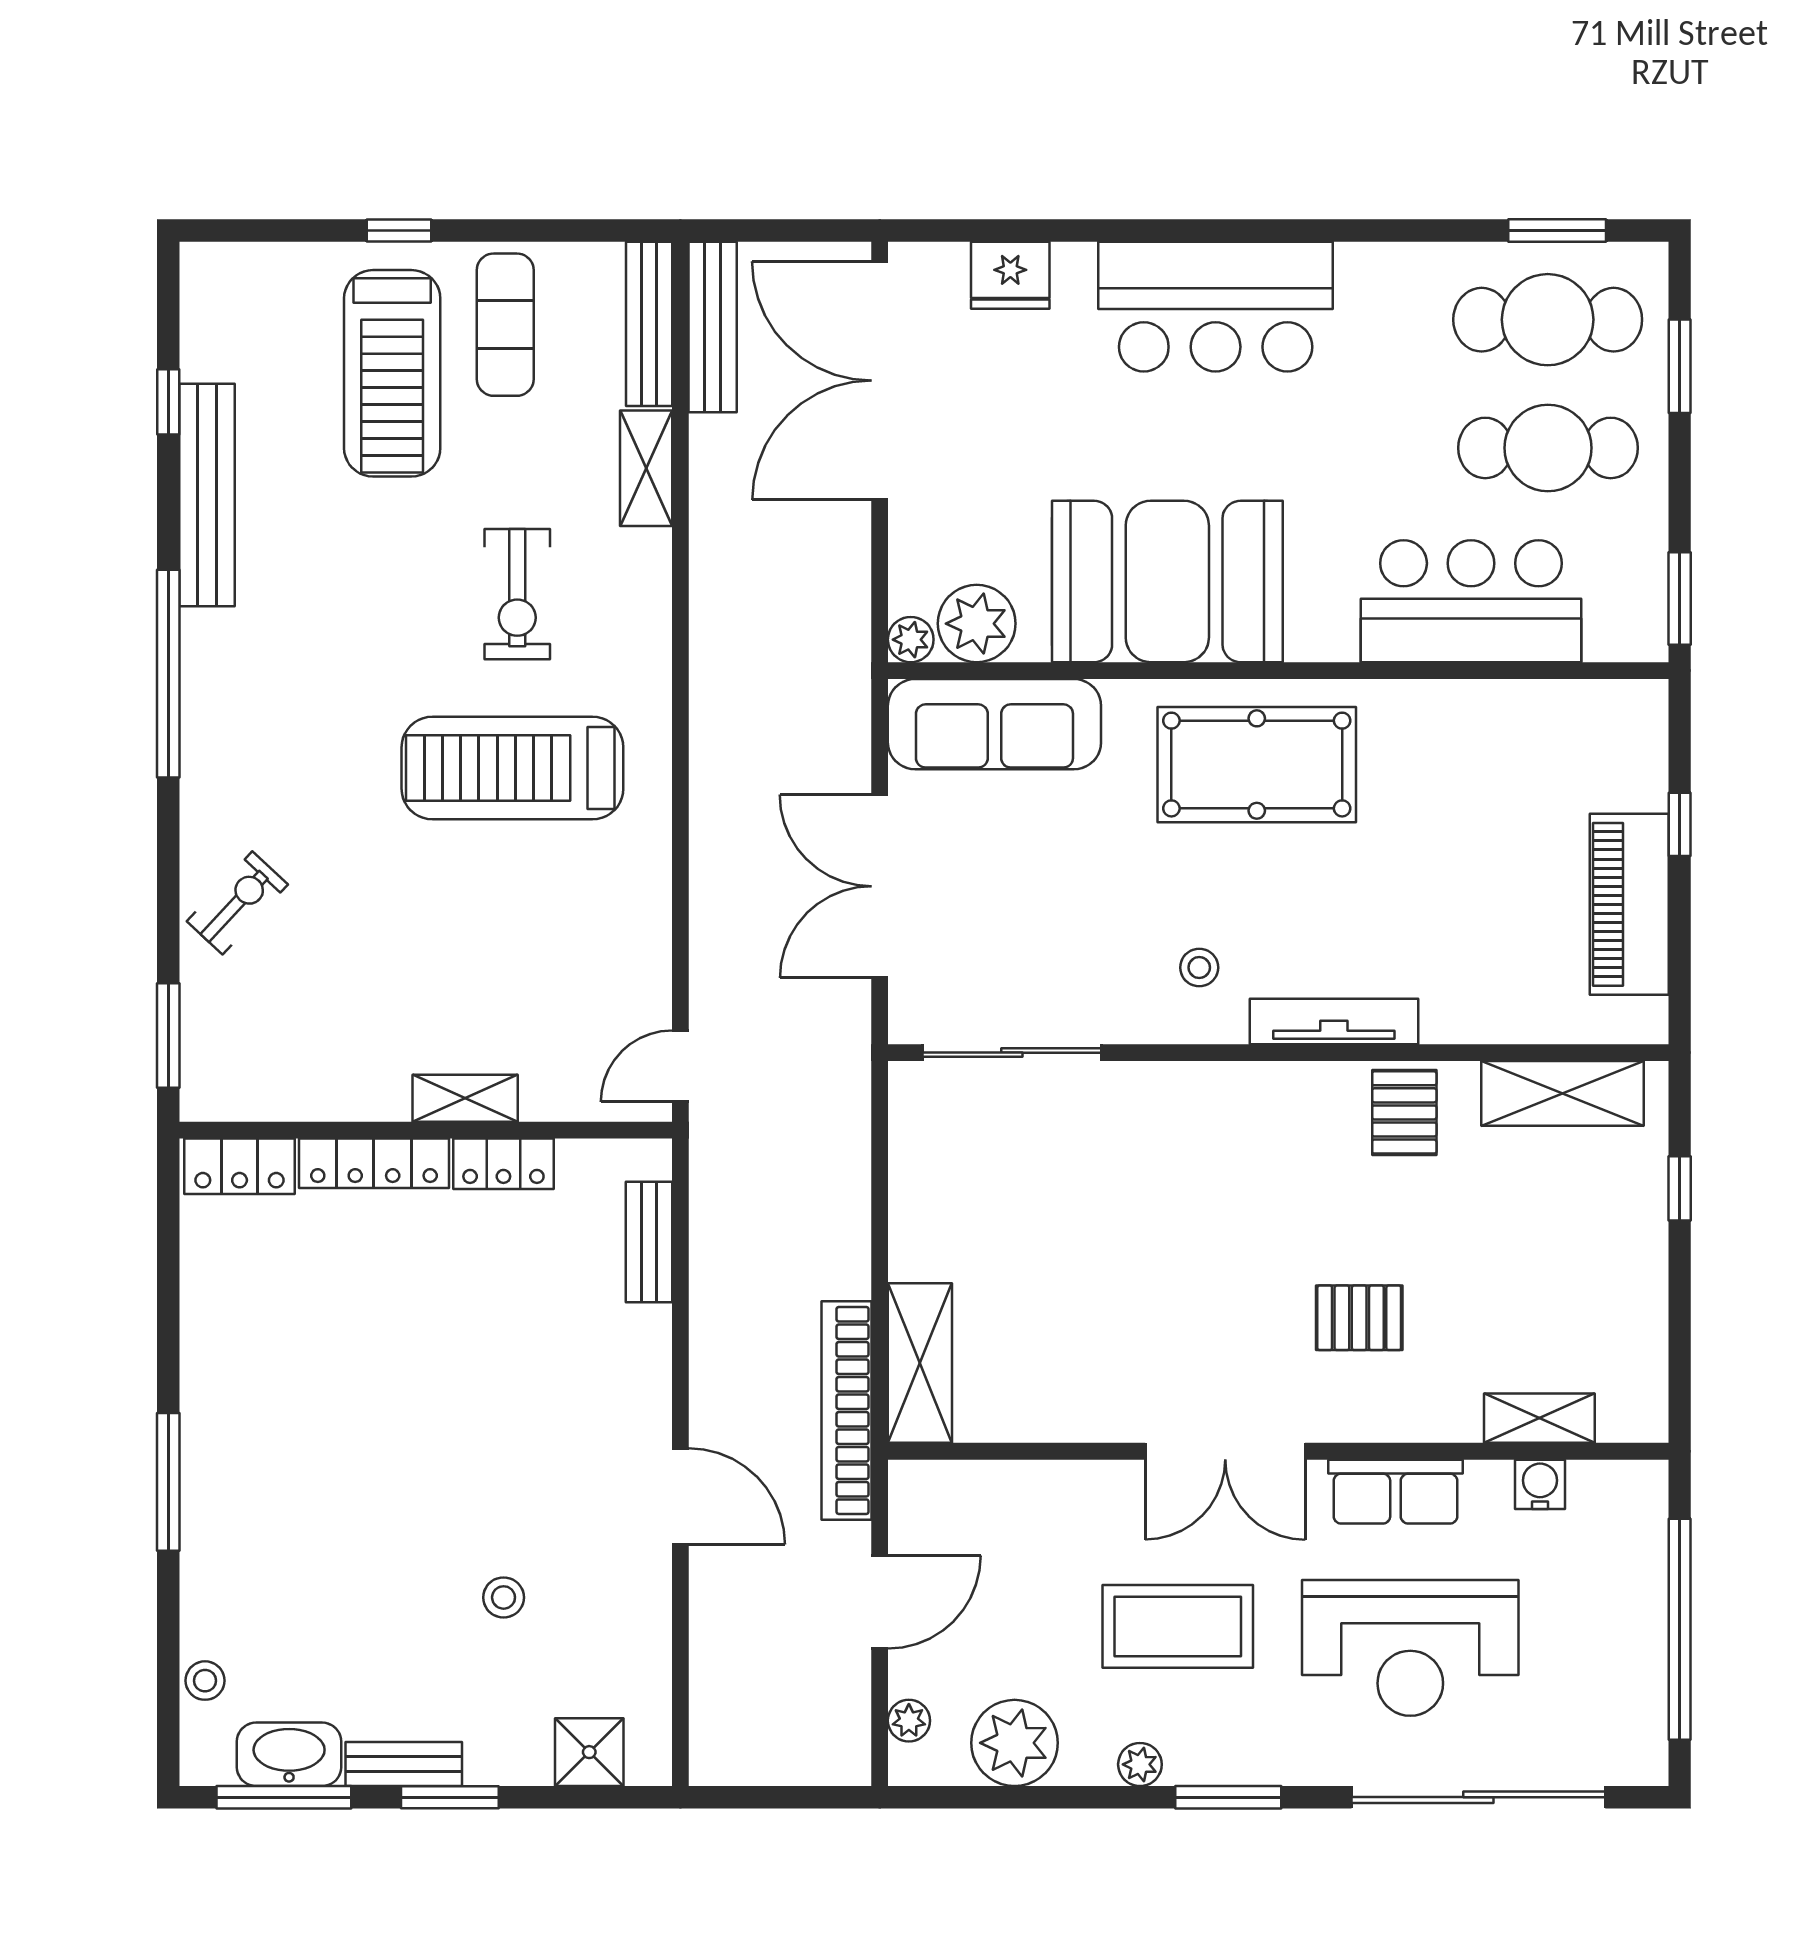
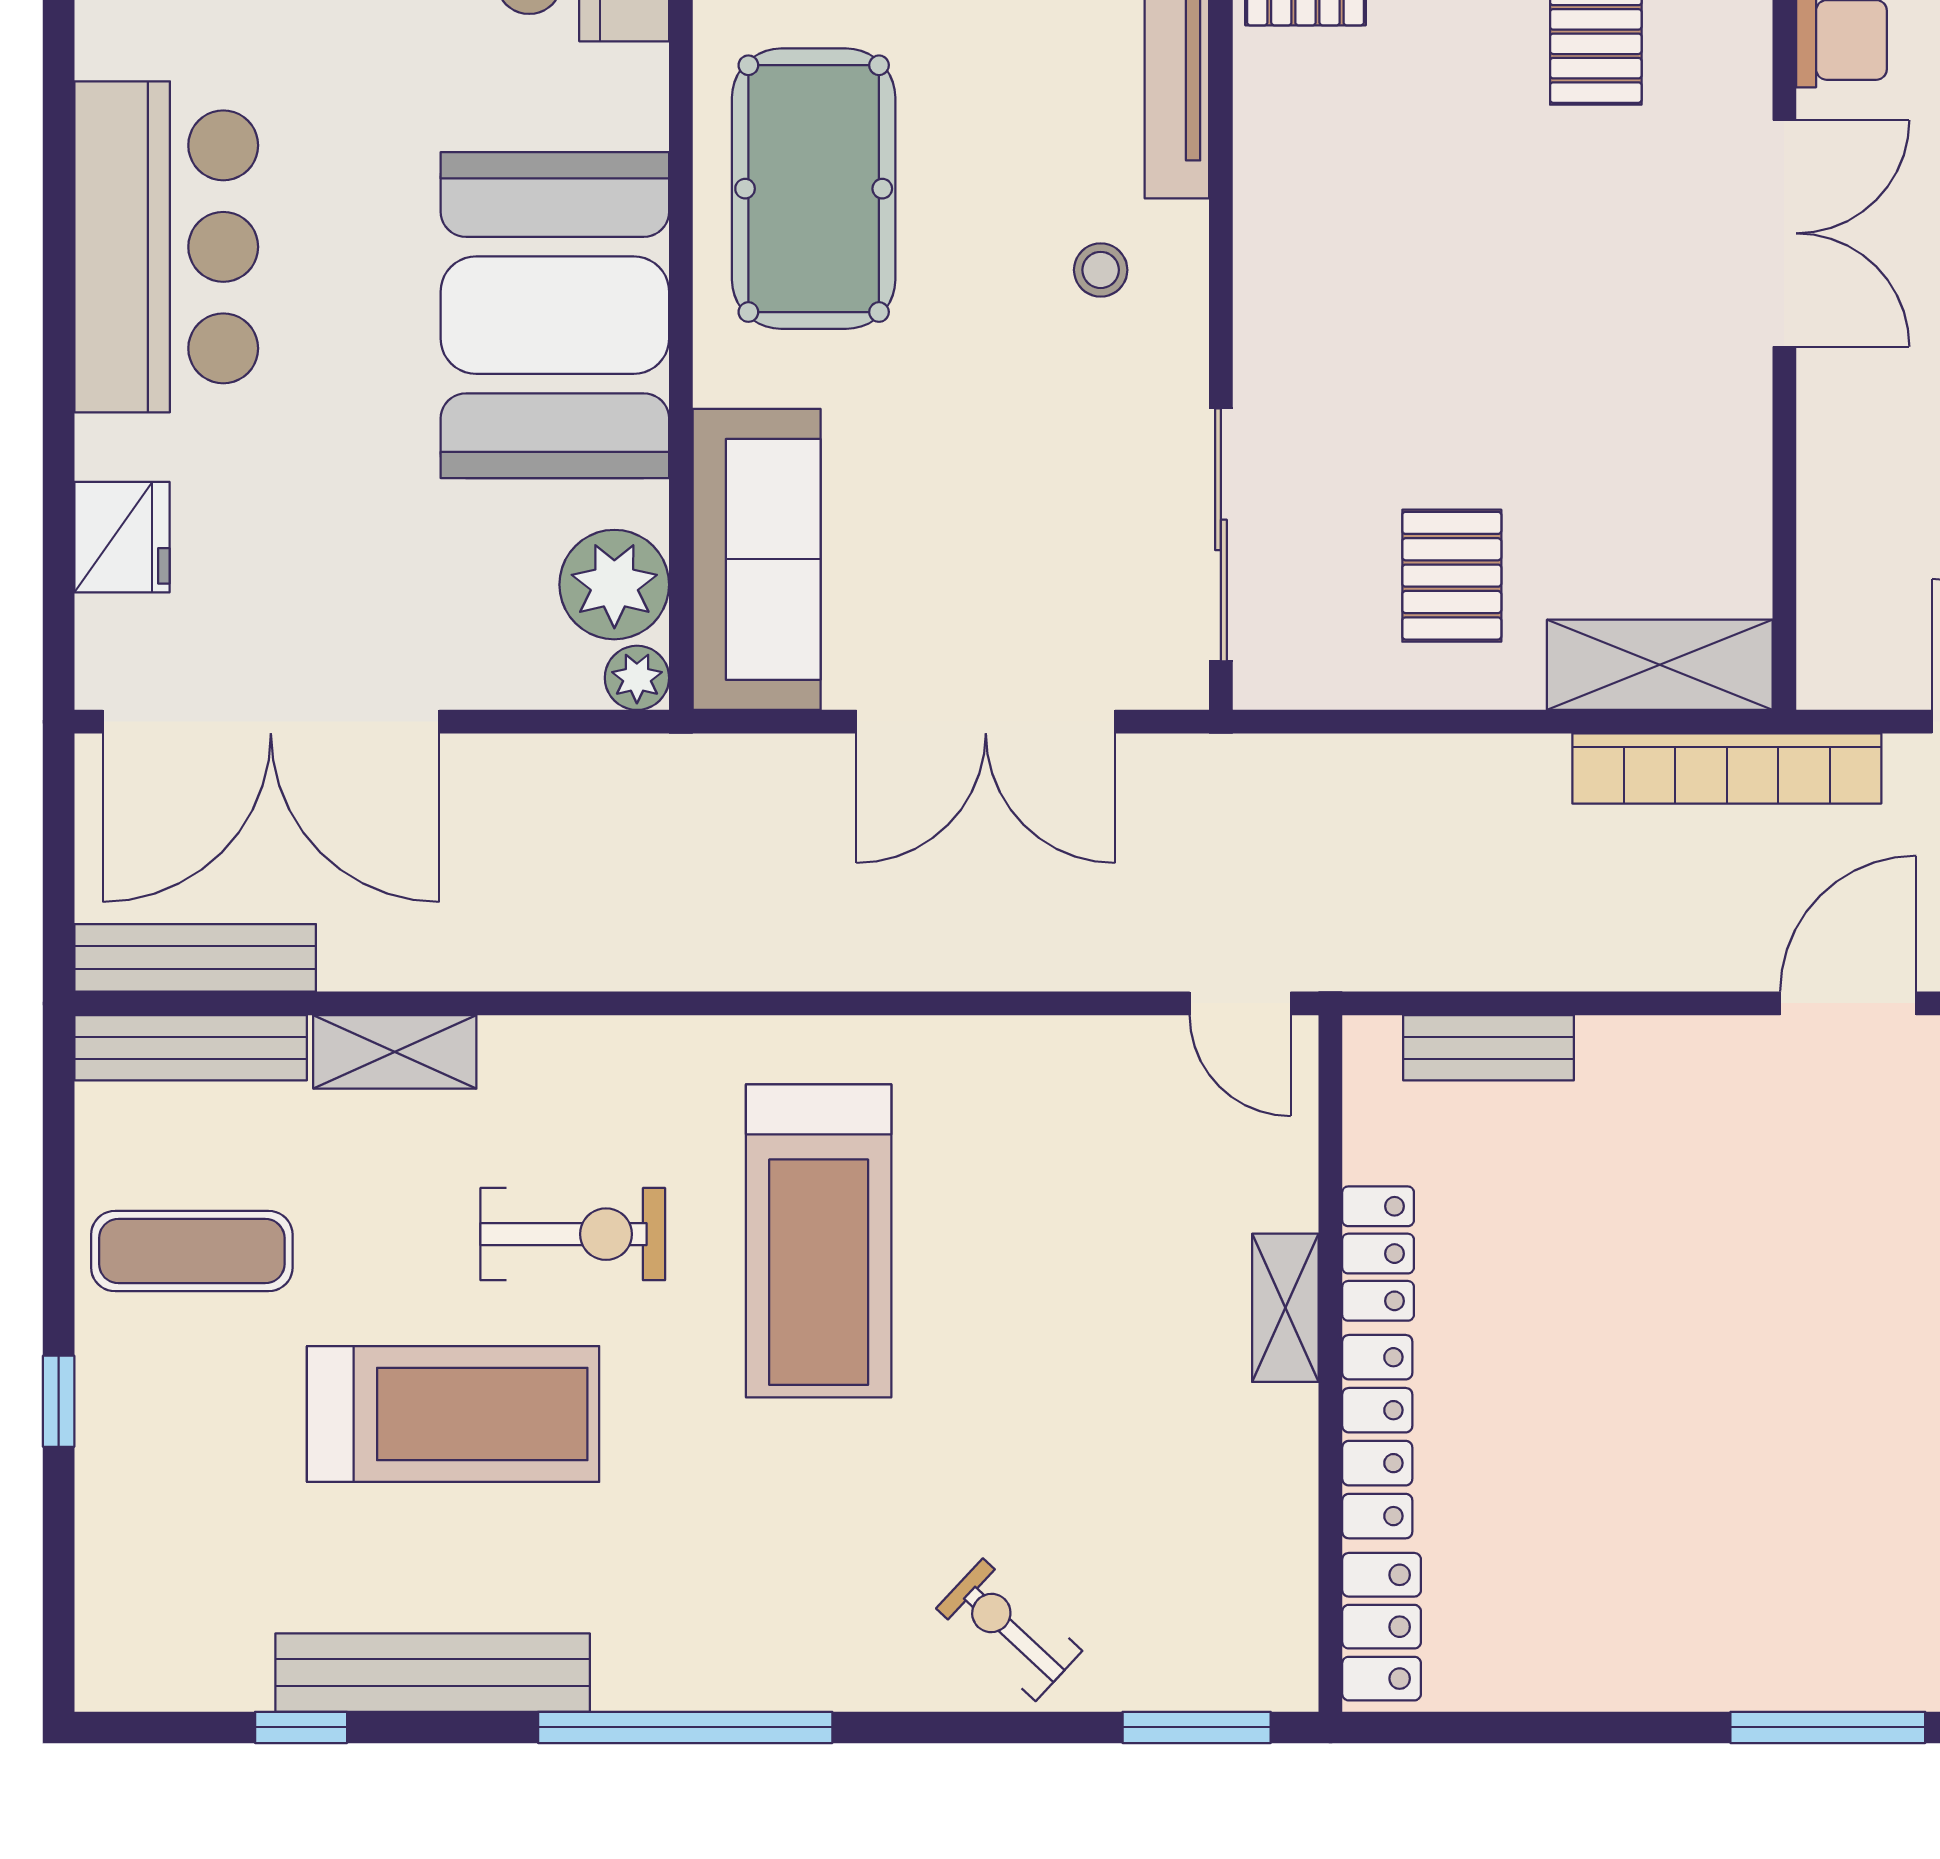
treadmill: (392, 373) -> (453, 1414), moved
pallet: (983, 1216) -> (1452, 576), added

